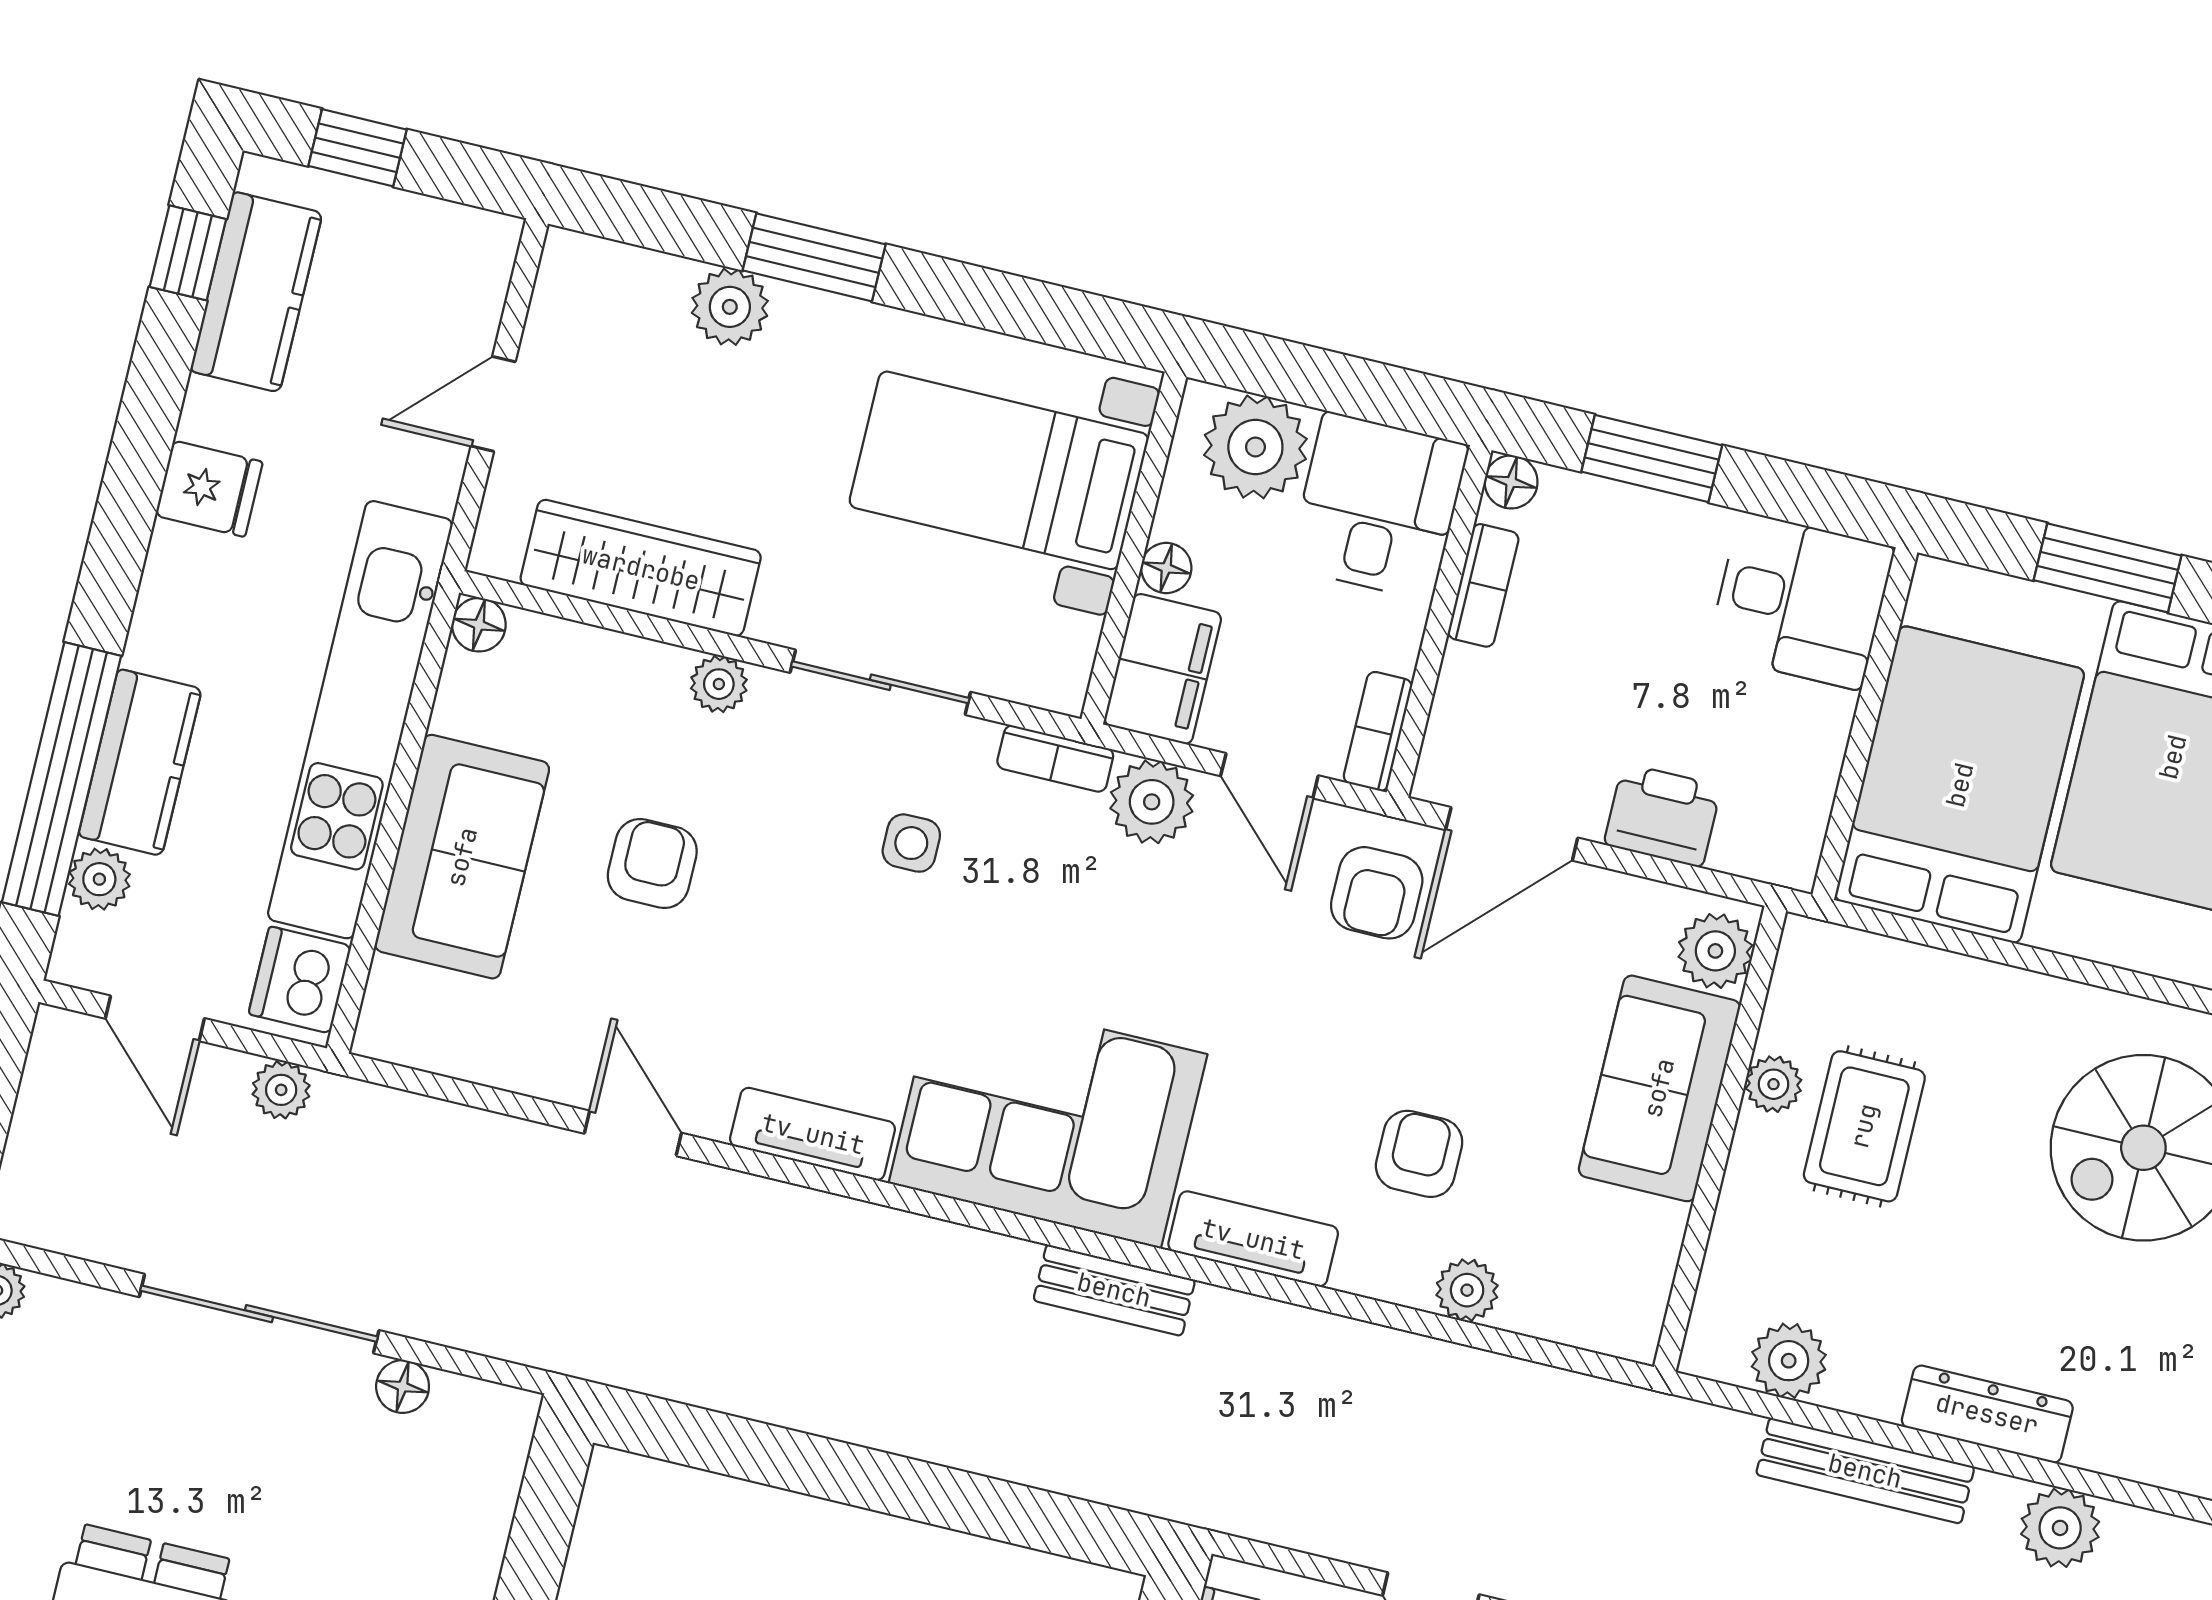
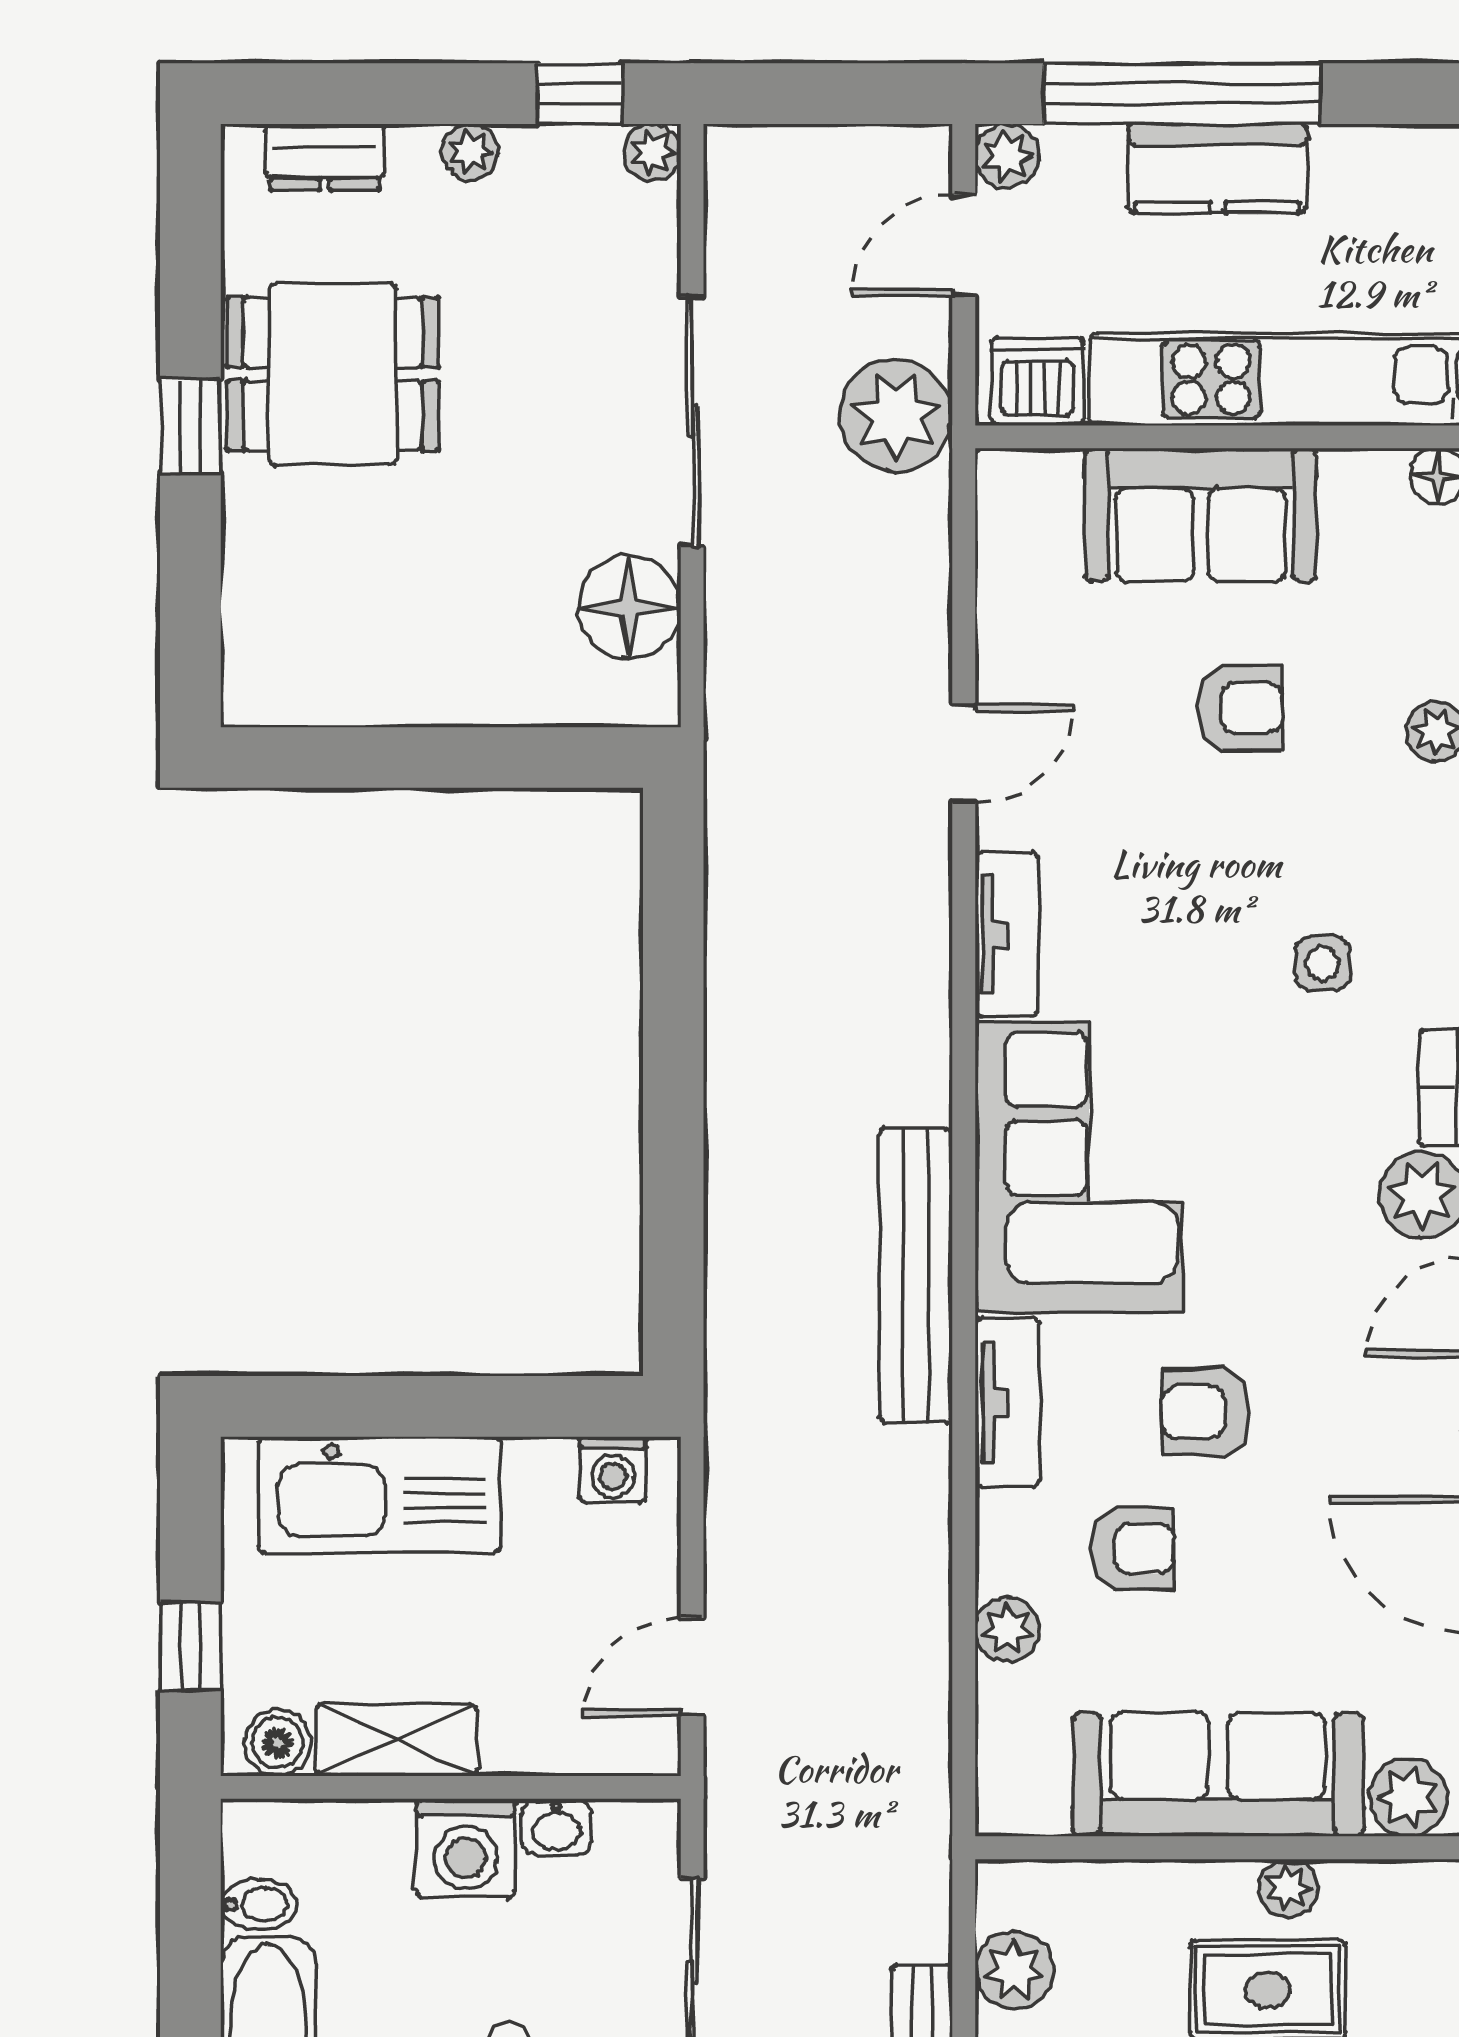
plant: (99, 879) -> (1007, 156), moved
armchair: (1377, 893) -> (1206, 1412), moved
sofa: (1659, 1088) -> (1218, 1775), width x1.36
plant: (281, 1090) -> (896, 416), width x1.88, depth x1.88
bench: (1114, 1290) -> (916, 1275), width x1.86, depth x1.21
floor lamp: (403, 1387) -> (629, 607), width x1.89, depth x1.89

